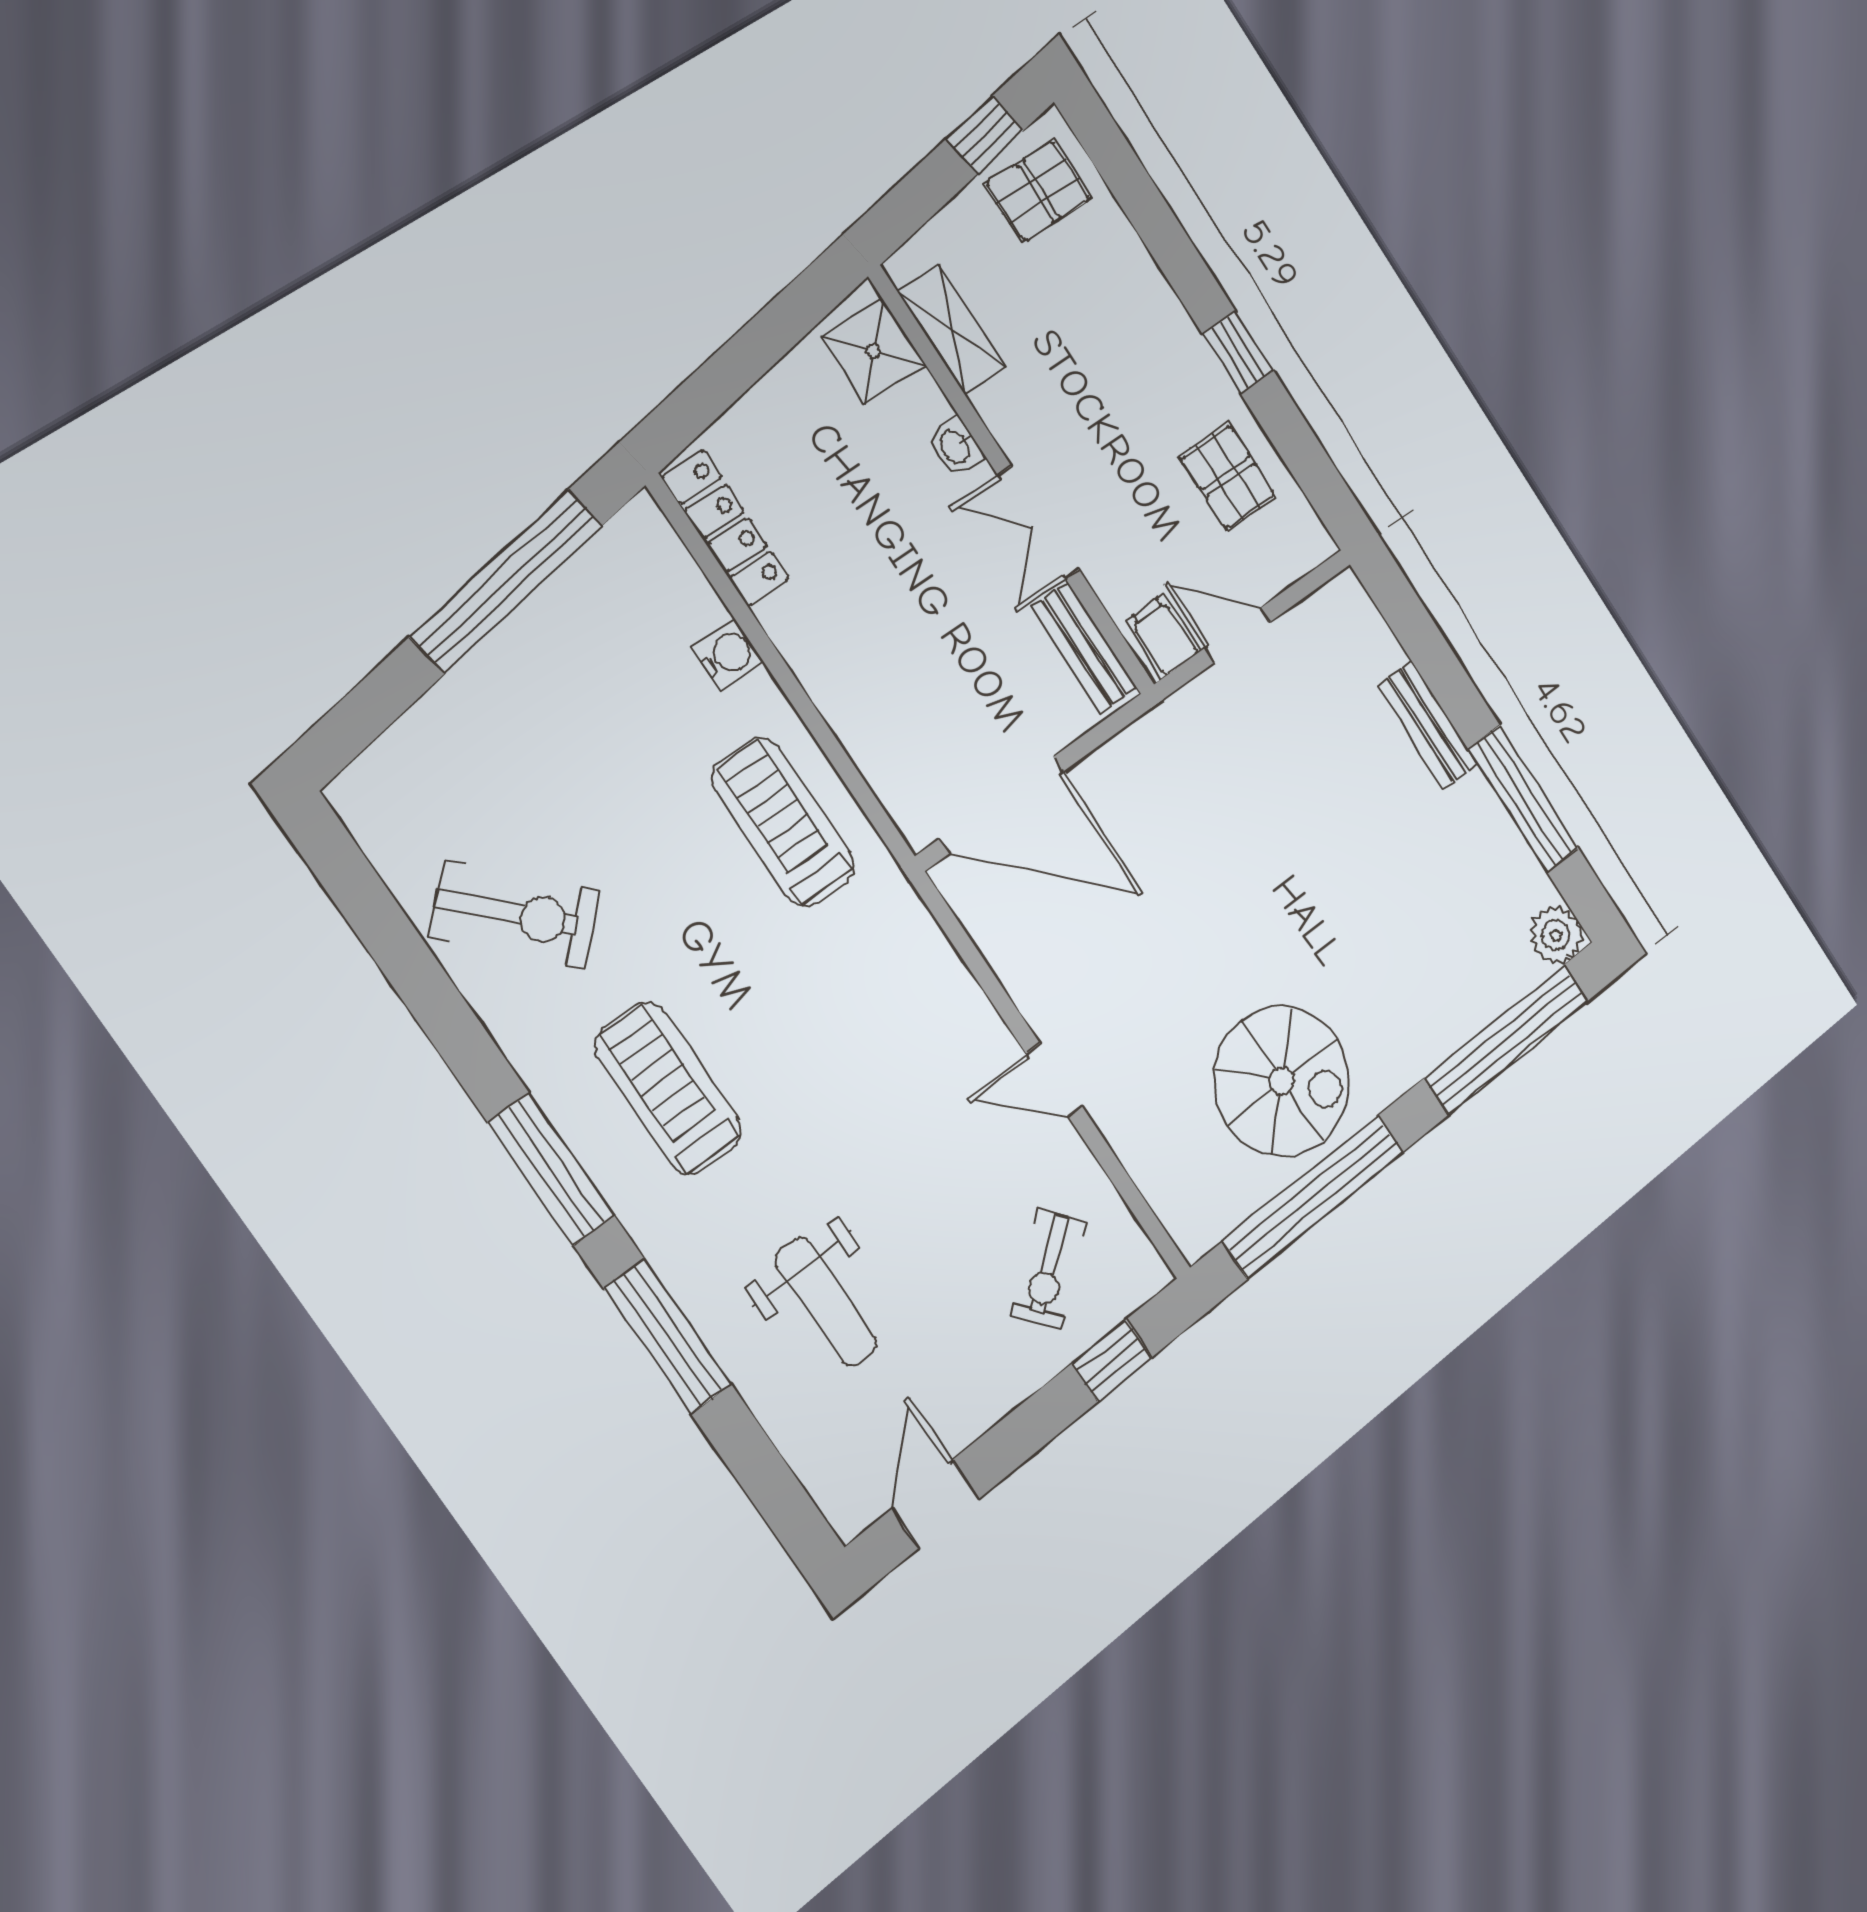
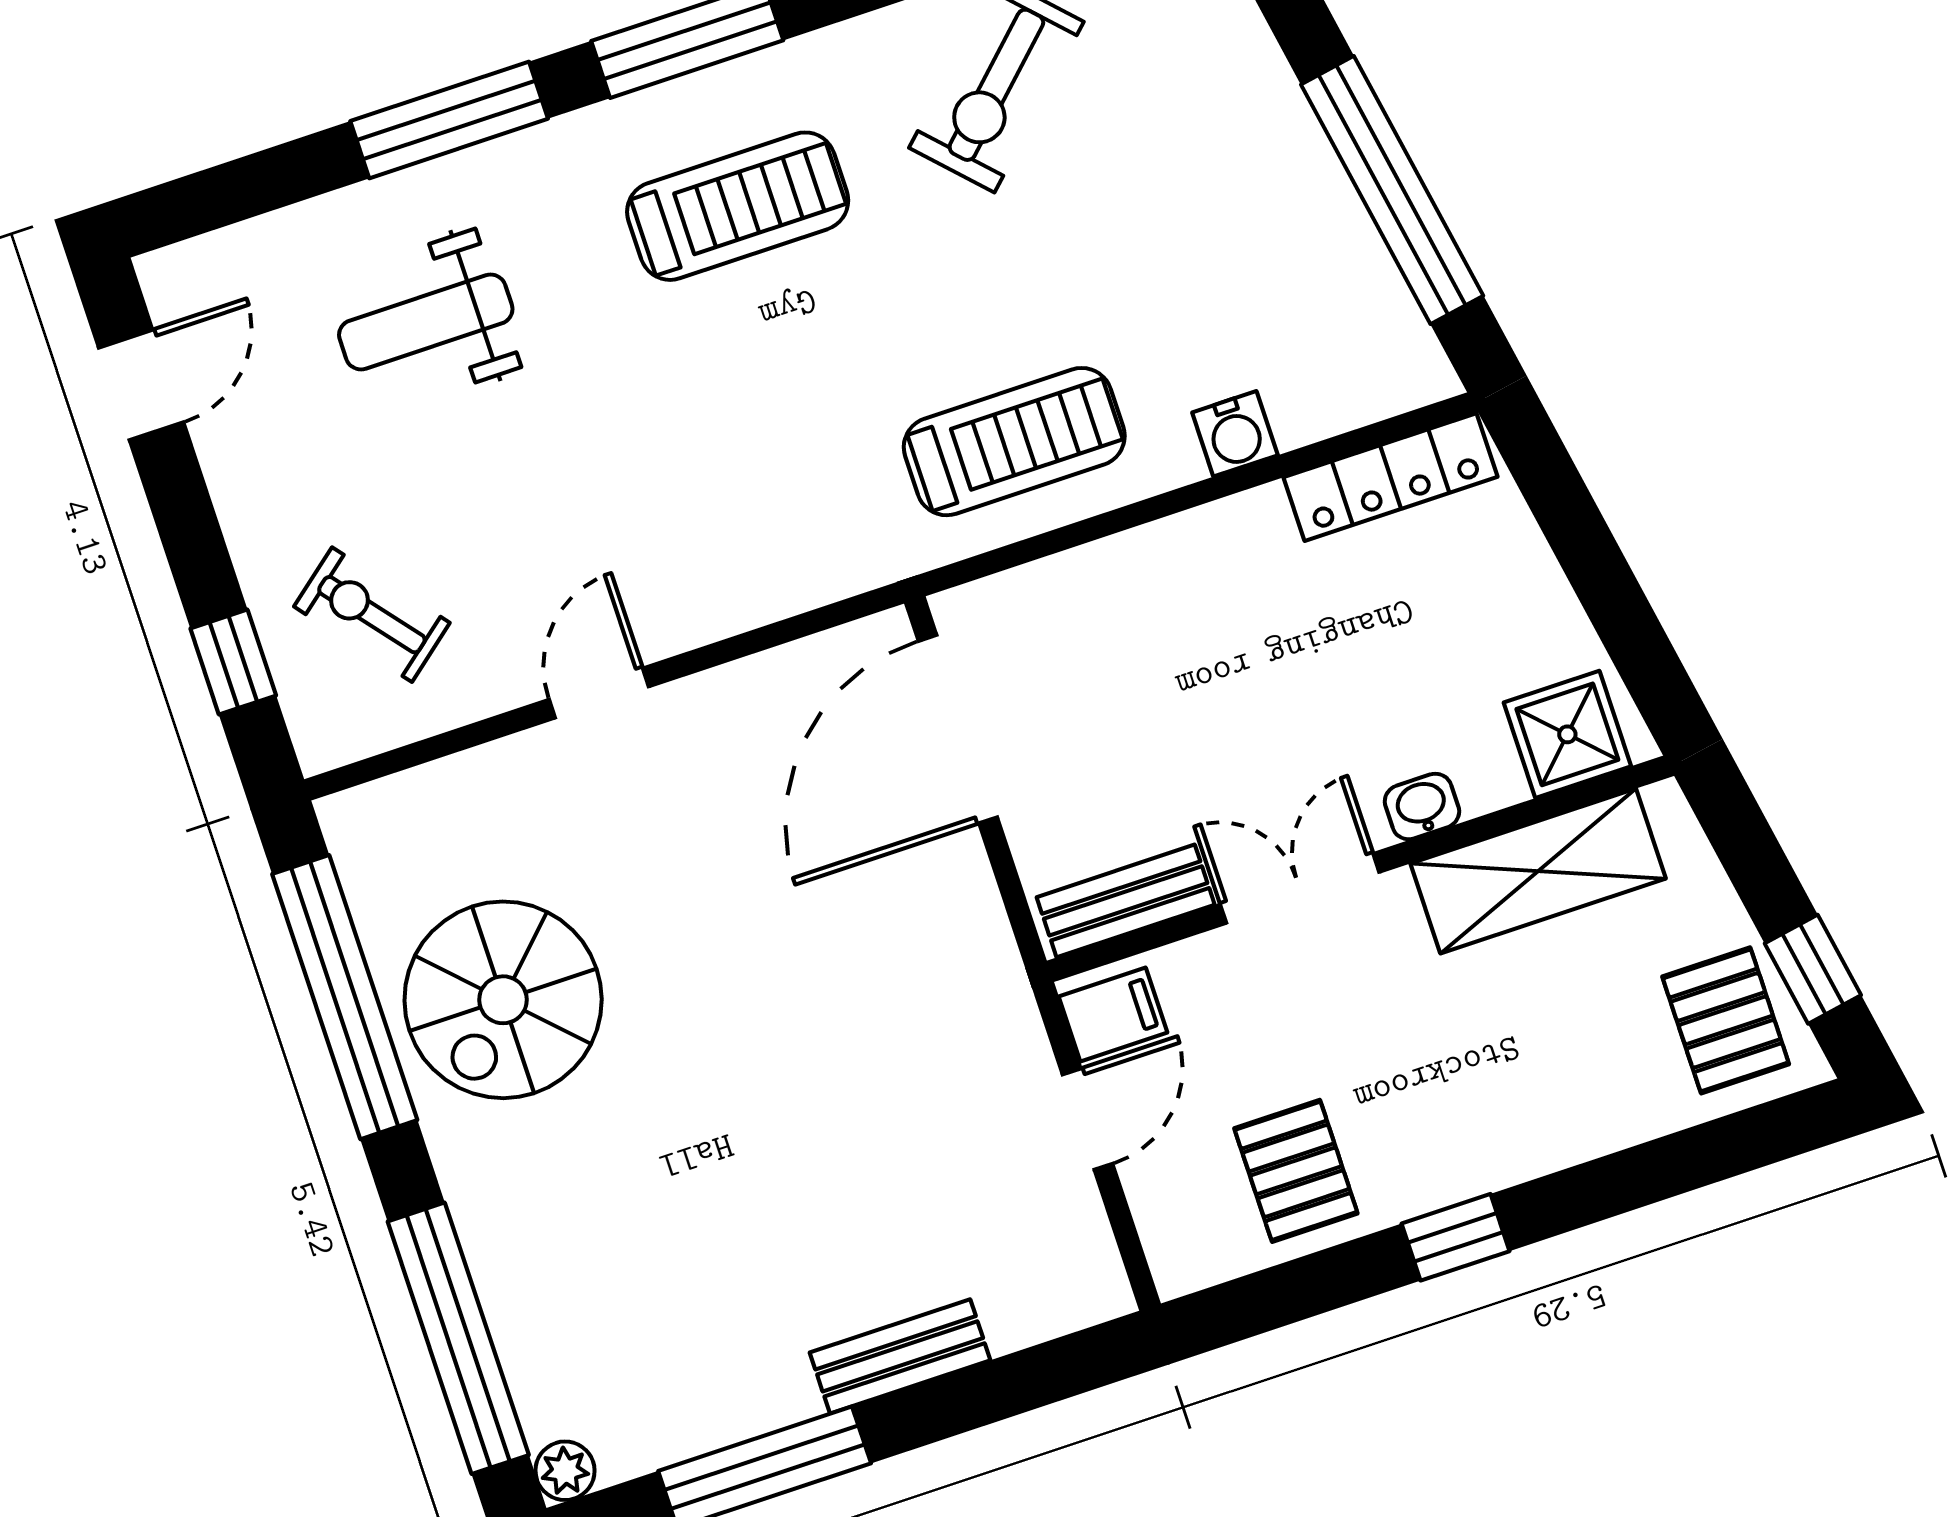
shelving: (952, 329) -> (1538, 871), width x1.50, depth x1.33
pallet: (1228, 477) -> (1296, 1171), turned 90
plant: (1556, 935) -> (565, 1471), width x0.73, depth x0.73
door: (936, 1504) -> (141, 385), hinge flipped

